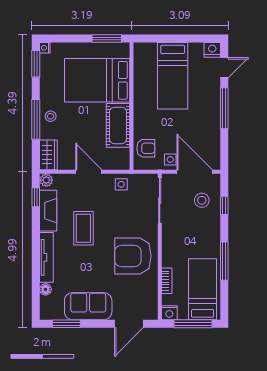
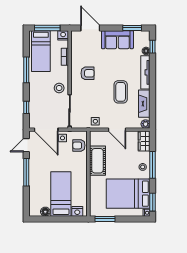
floor lamp: (196, 49) -> (45, 212), added
nightstand: (212, 50) -> (77, 211), moved
door: (224, 68) -> (26, 145), moved
bed: (97, 80) -> (128, 194), moved, turned 180
window: (36, 197) -> (153, 47), moved
stool: (202, 200) -> (59, 88), moved
armchair: (133, 256) -> (87, 73), width x0.53, depth x0.53
door: (129, 324) -> (90, 28), hinge flipped

